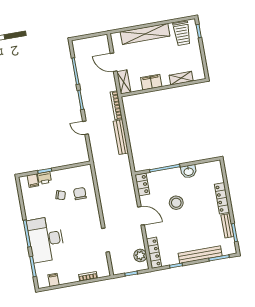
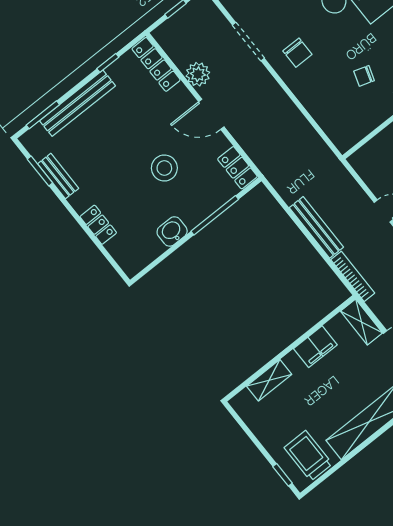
chair: (80, 194) -> (297, 53), moved
locker: (222, 198) -> (98, 225), width x0.66
plant: (140, 255) -> (198, 74), moved

